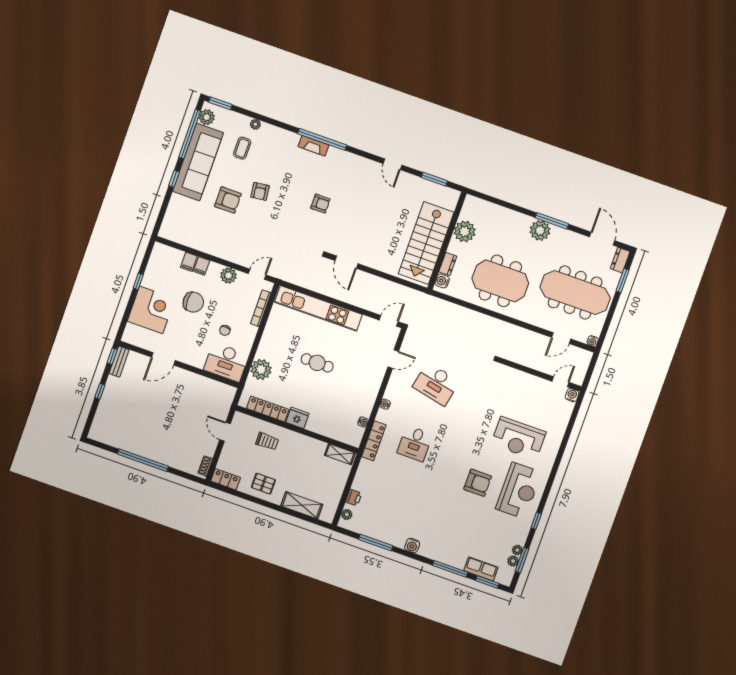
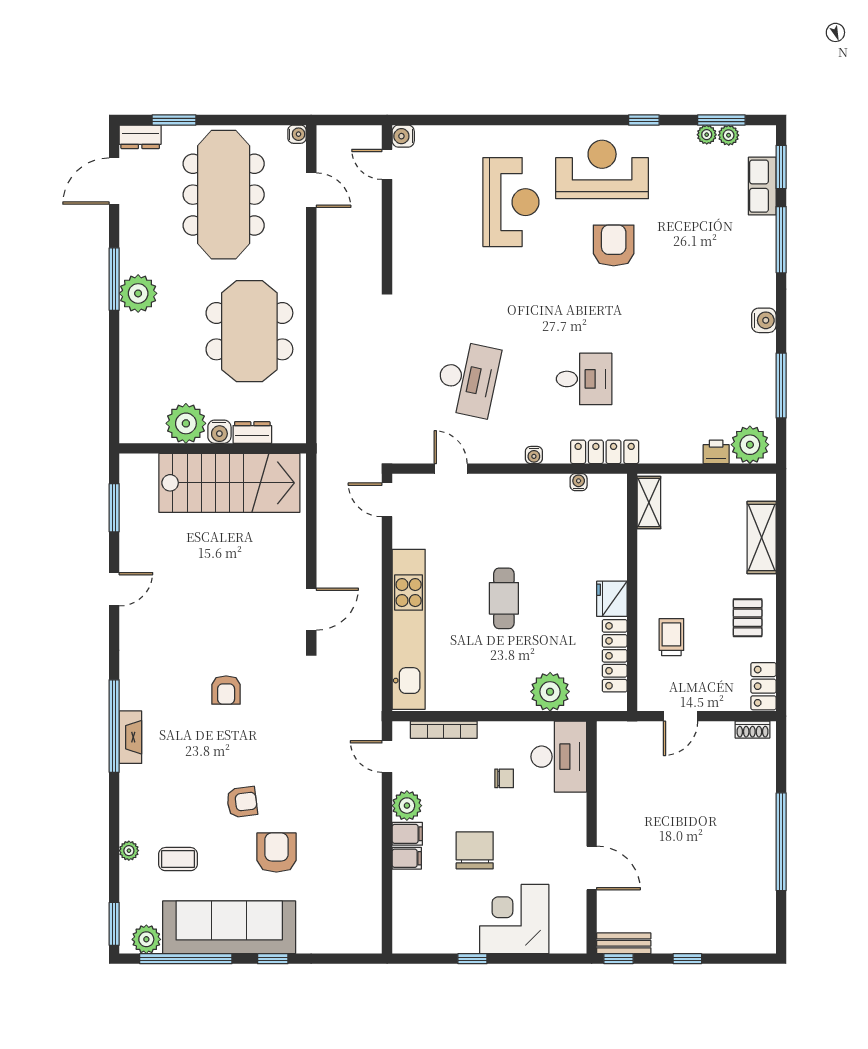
armchair: (320, 204) -> (226, 690), turned 180
filing cabinet: (189, 262) -> (407, 834), moved
water cooler: (442, 281) -> (219, 432), moved
plant: (347, 514) -> (750, 445), width x1.88, depth x1.88

